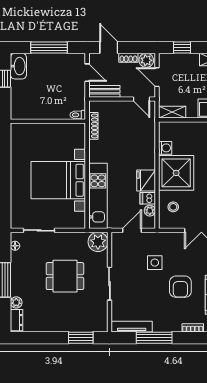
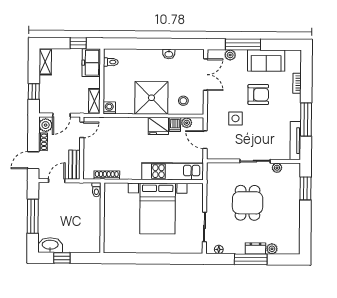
washing machine: (165, 148) -> (109, 108), moved
plant: (98, 242) -> (277, 168), moved, width x0.53, depth x0.53
dresser: (16, 320) -> (255, 248), moved

